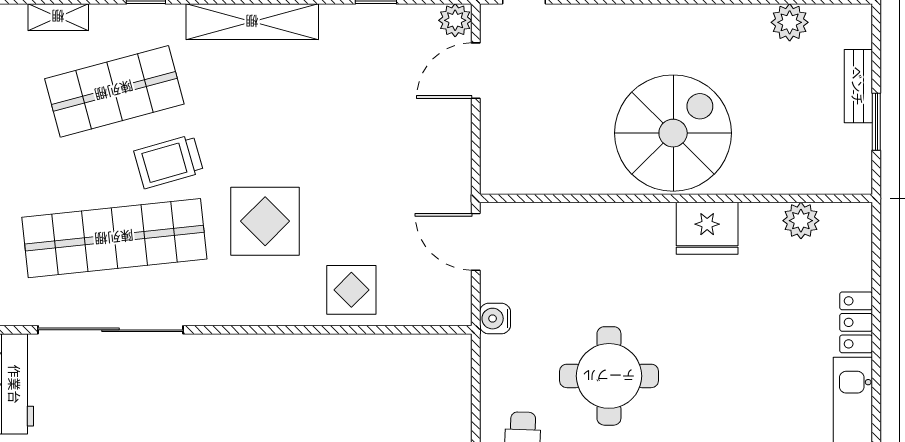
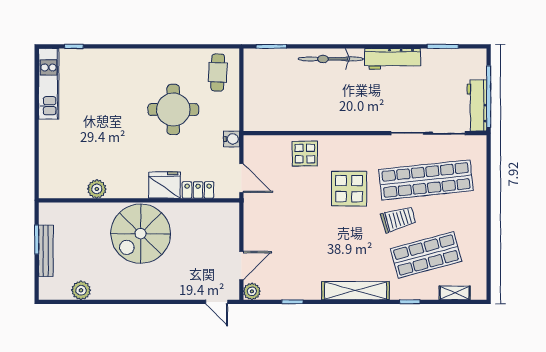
bench: (858, 86) -> (46, 251), width x1.36
plant: (801, 221) -> (97, 189), moved
fridge: (707, 228) -> (165, 185), moved
locker: (856, 322) -> (198, 190), moved, turned -90

